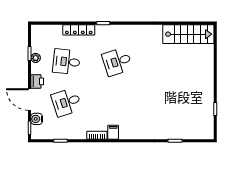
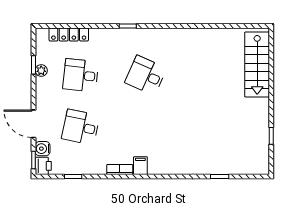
locker: (79, 30) -> (69, 34), moved
stairs: (188, 34) -> (257, 64), moved, turned 90
desk: (117, 62) -> (146, 75), turned 42
printer: (37, 81) -> (43, 166), moved
desk: (66, 102) -> (81, 127), turned 30

